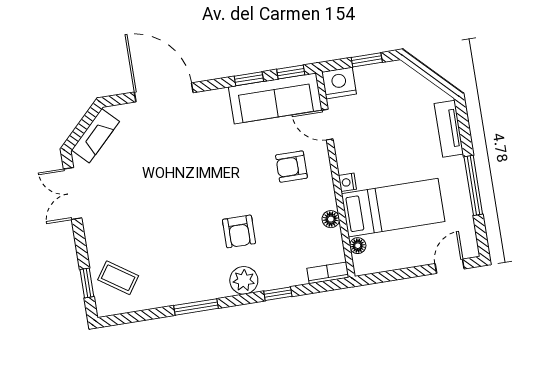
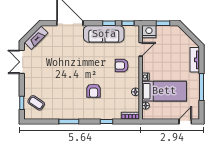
sofa: (275, 98) -> (104, 34), moved
door: (327, 125) -> (141, 49), swing flipped
plant: (244, 280) -> (92, 113), removed

